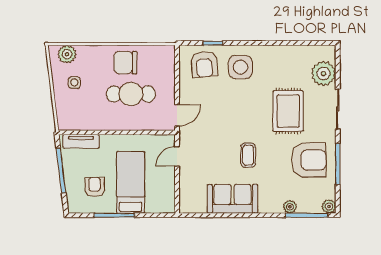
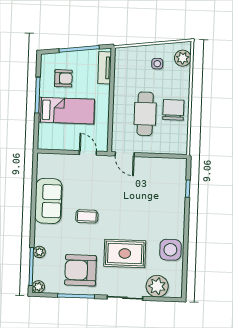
armchair: (204, 64) -> (169, 180), removed
side table: (240, 67) -> (170, 250), moved
armchair: (309, 160) -> (80, 270), turned 90

